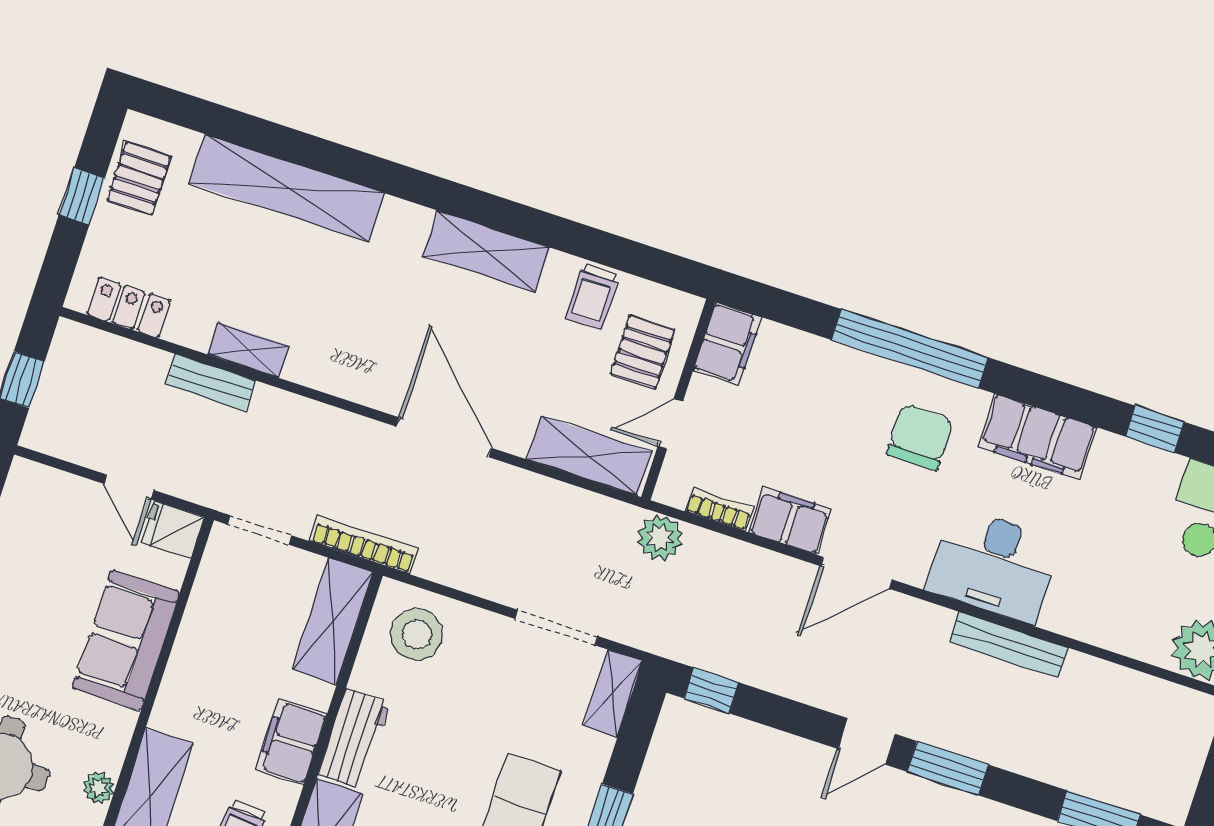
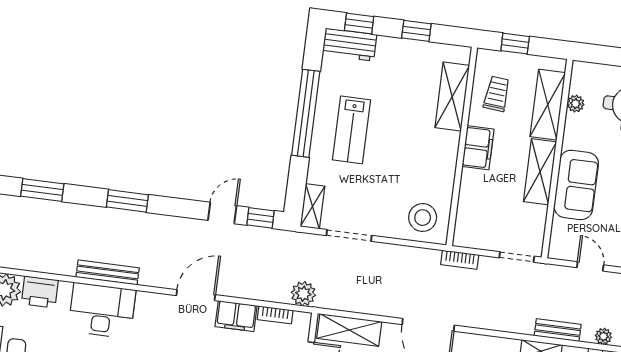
plant: (129, 355) -> (603, 336), added
fridge: (173, 530) -> (563, 248), removed
bookcase: (364, 545) -> (460, 260), width x0.64
desk: (994, 565) -> (102, 311), moved
shelving: (333, 621) -> (540, 172), moved
printer: (1139, 633) -> (40, 292), added
workbench: (354, 739) -> (445, 156), removed
door: (866, 741) -> (222, 213), moved

